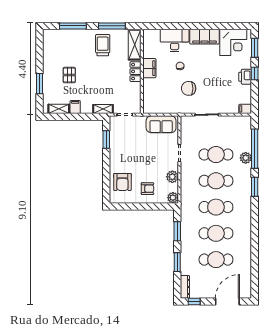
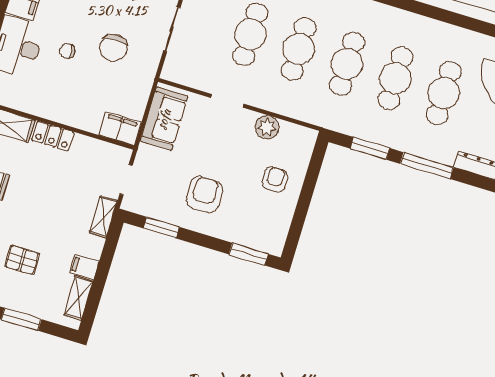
filing cabinet: (149, 68) -> (120, 129), moved
armchair: (122, 182) -> (204, 194), moved, turned -90
window: (106, 187) -> (249, 254), added
plant: (173, 198) -> (306, 138), removed
window: (177, 262) -> (427, 166), width x1.44

